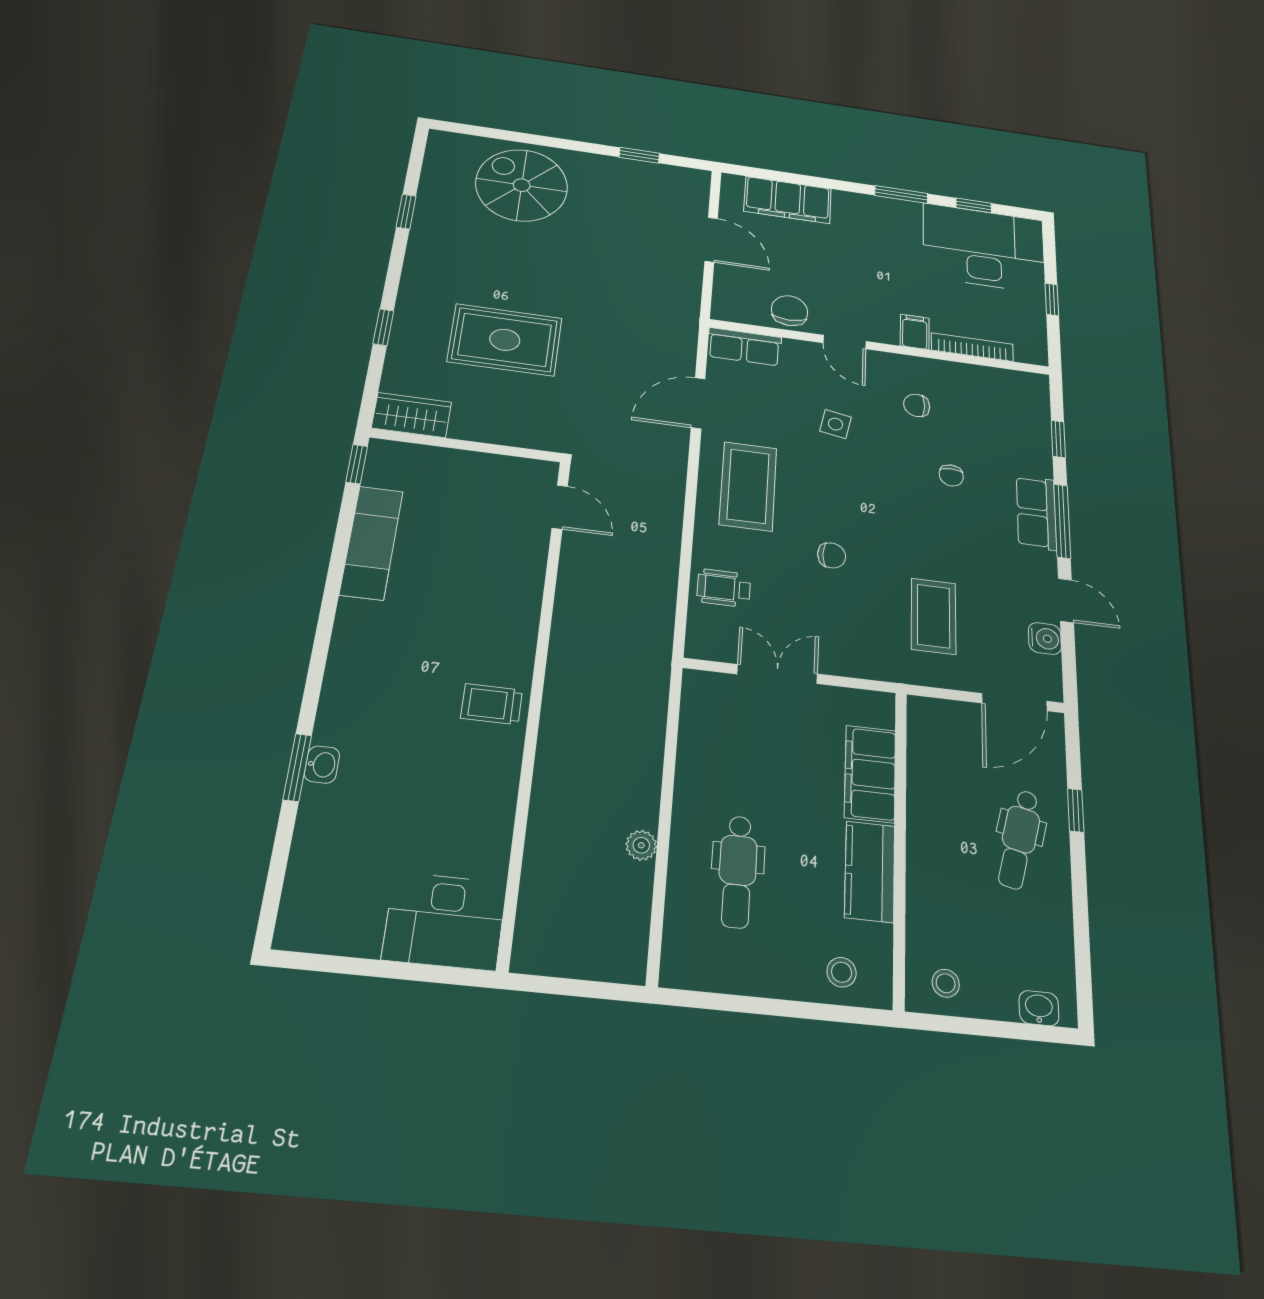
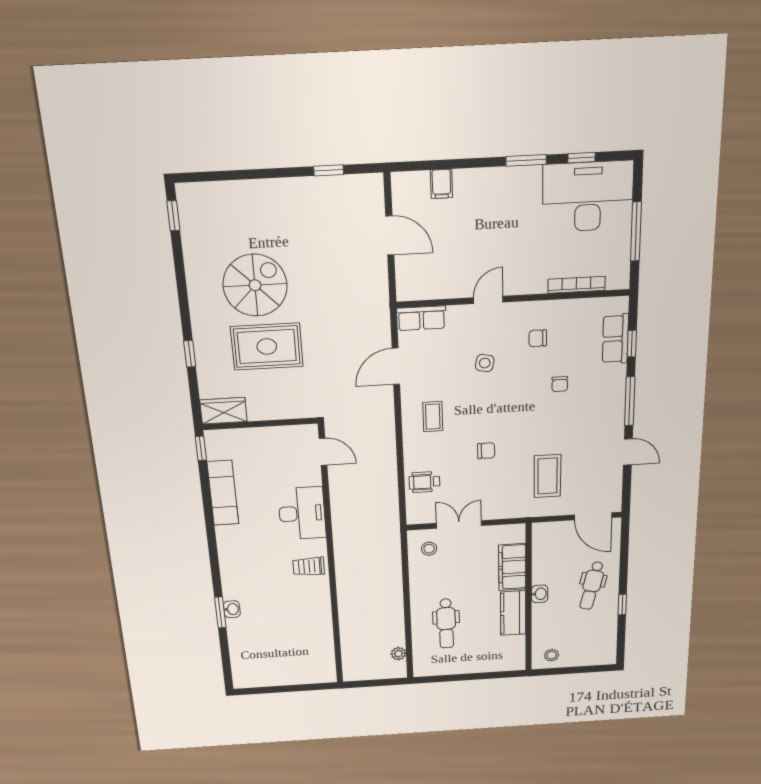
spiral stairs: (522, 185) -> (255, 285), moved, turned 90
filing cabinet: (788, 200) -> (441, 184), width x0.33, depth x0.86
window: (406, 212) -> (173, 216), moved
window: (1052, 299) -> (636, 232), width x2.17
chair: (790, 311) -> (449, 283), removed
filing cabinet: (915, 332) -> (536, 281), removed
door: (845, 342) -> (488, 300), swing flipped
coffee table: (748, 486) -> (433, 417), width x0.54, depth x0.58
row of seats: (1036, 513) -> (615, 339), moved
water cooler: (1045, 639) -> (613, 477), removed
door: (1014, 702) -> (593, 516), hinge flipped
window: (1076, 810) -> (622, 605), moved
plant: (641, 845) -> (398, 654), moved
desk: (445, 921) -> (302, 513), moved, turned -90
stool: (842, 972) -> (429, 549), moved
washbasin: (1039, 1008) -> (540, 594), moved, turned 90

